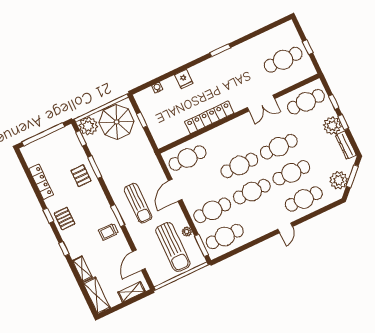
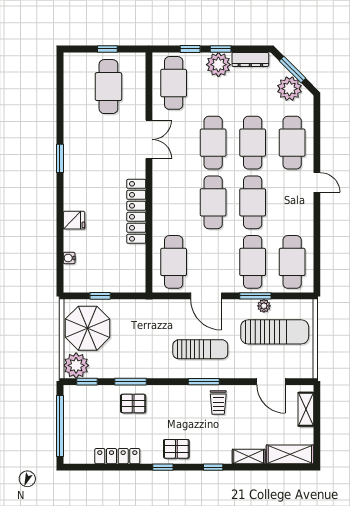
window: (201, 245) -> (255, 296), moved

